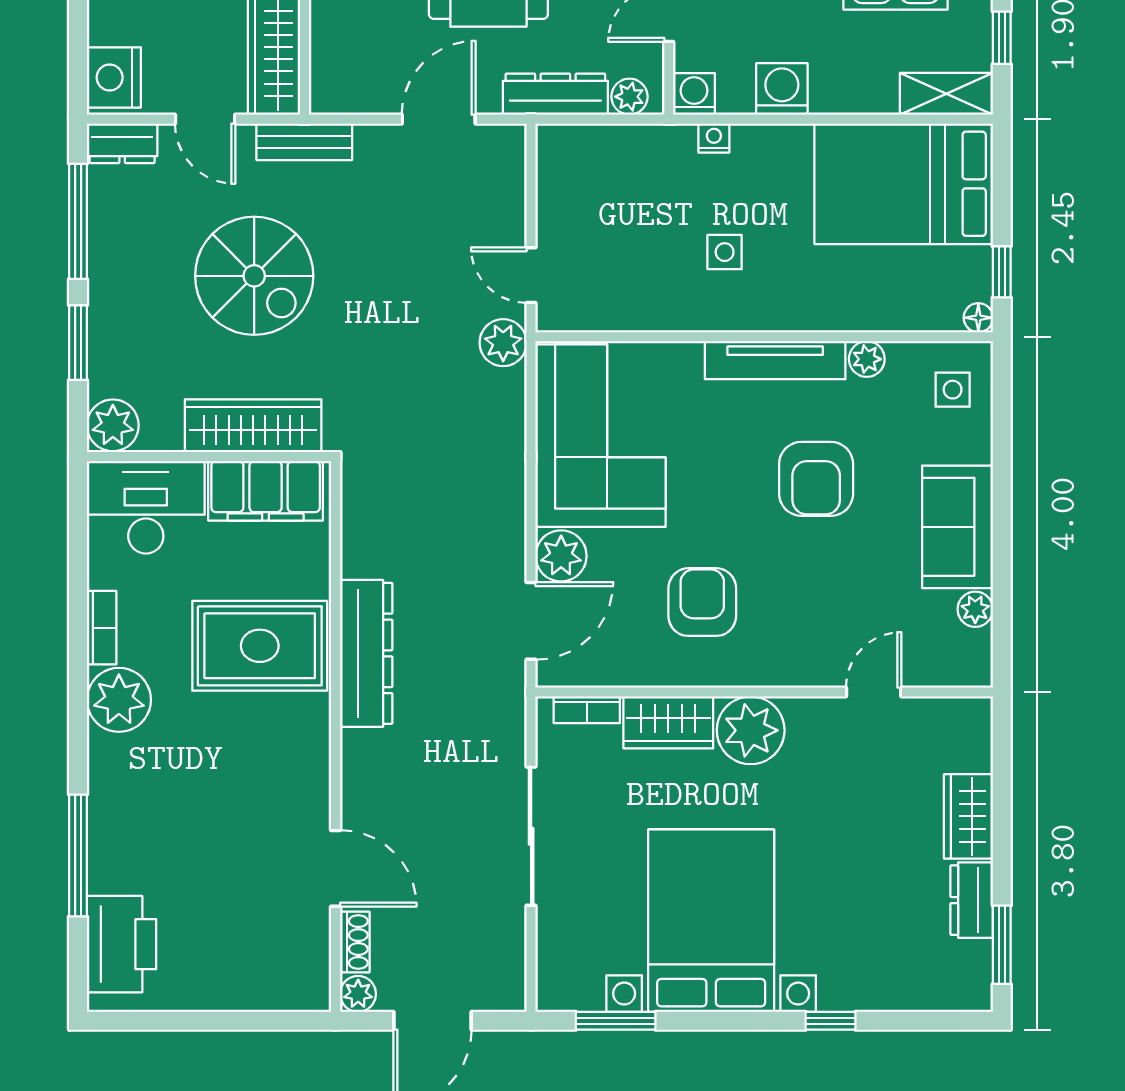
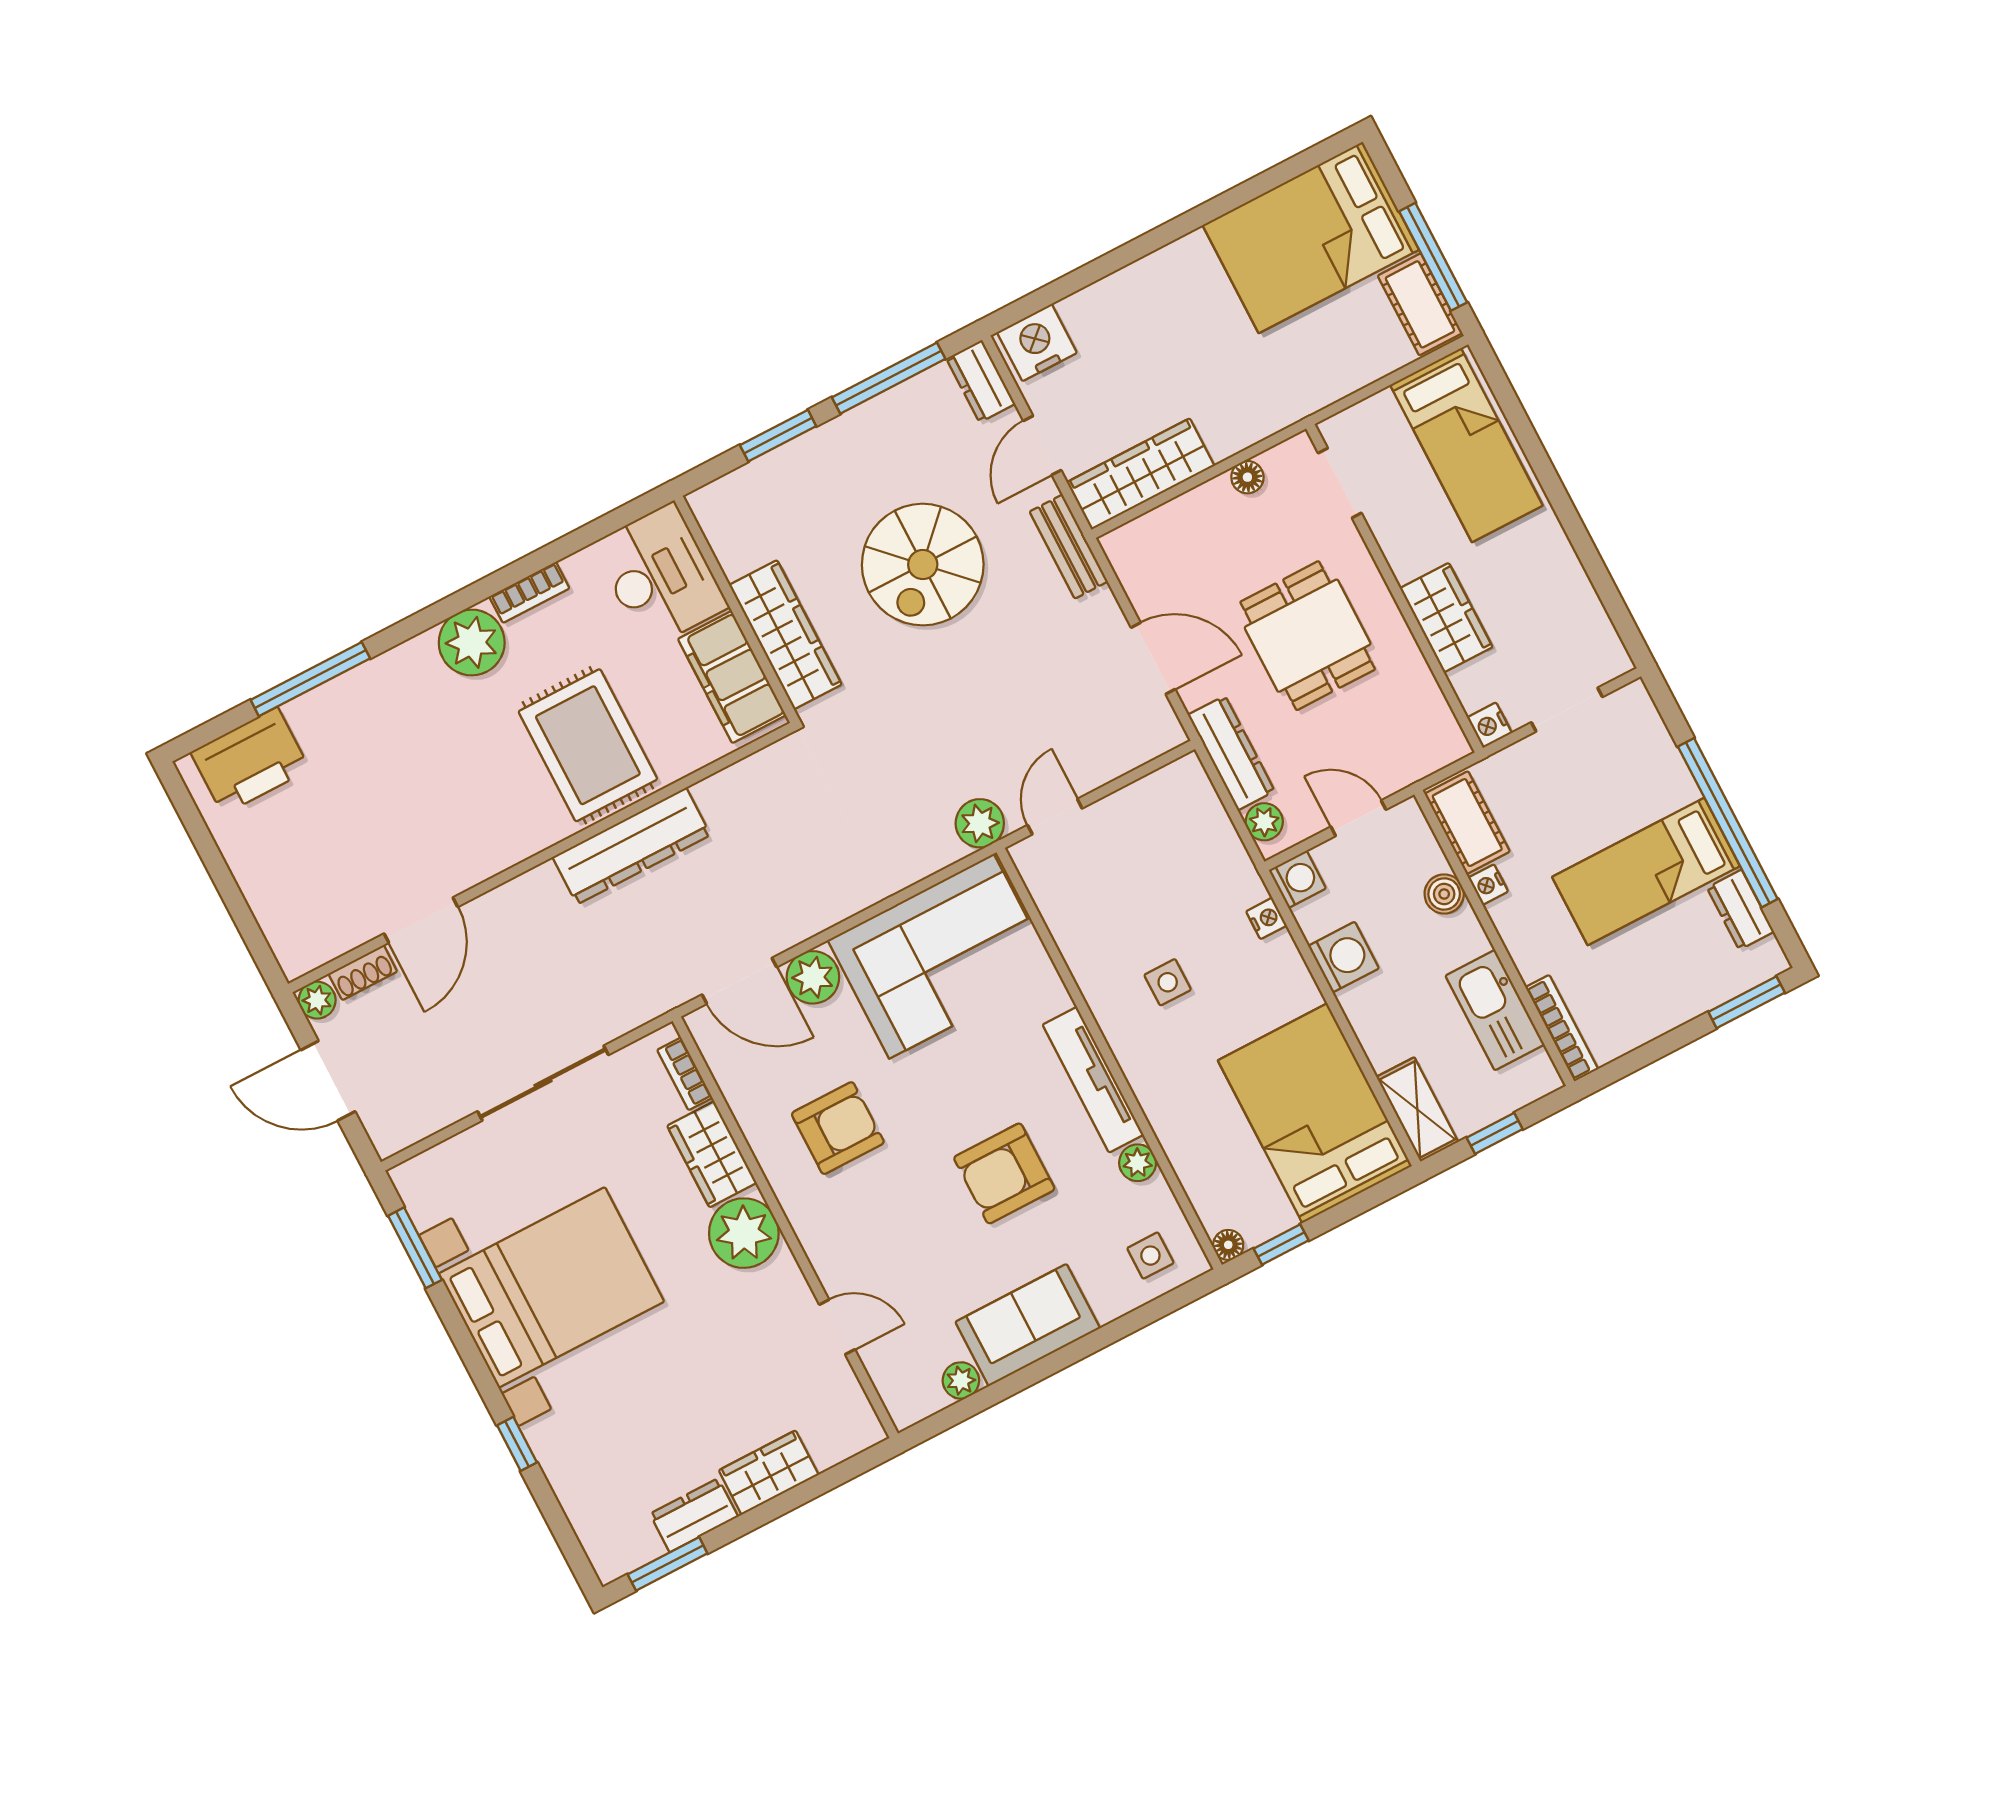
plant: (113, 425) -> (719, 507), removed

